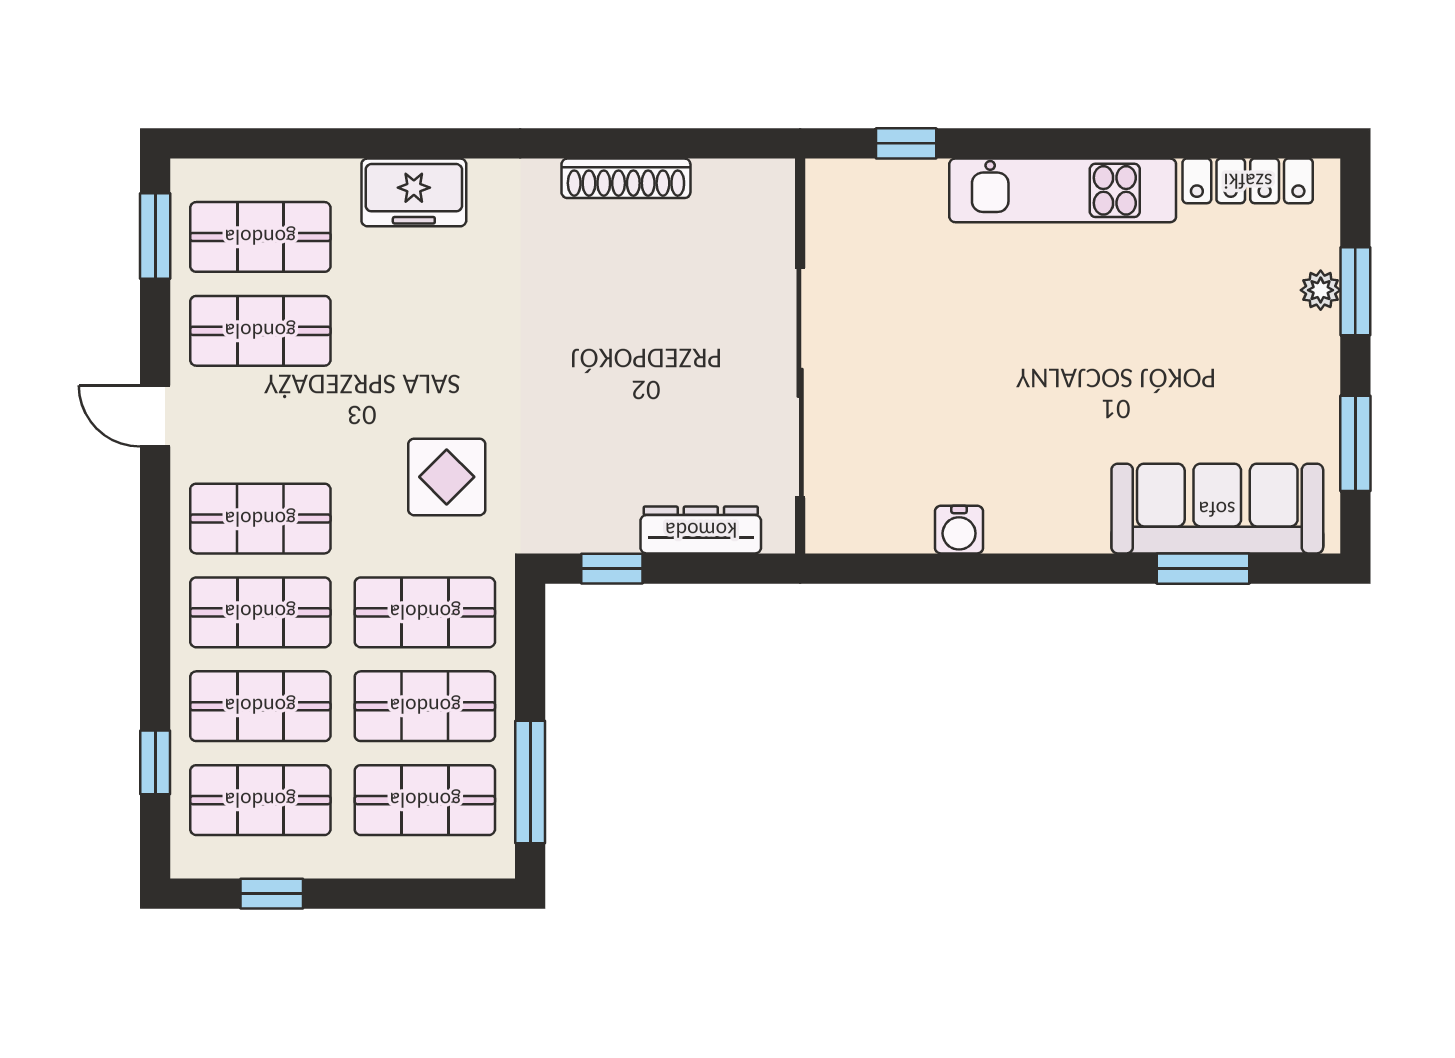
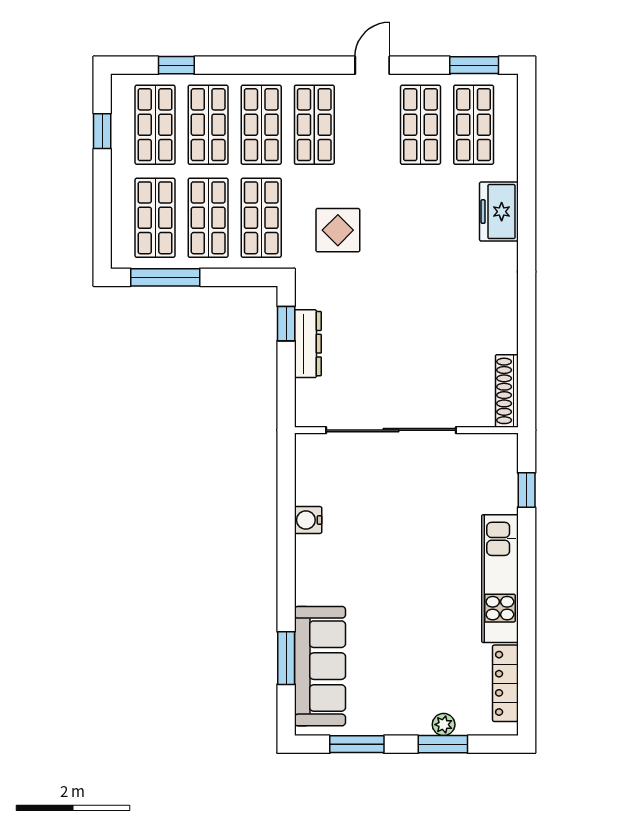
shoe rack: (626, 178) -> (507, 391), moved
dresser: (701, 530) -> (308, 344), moved

